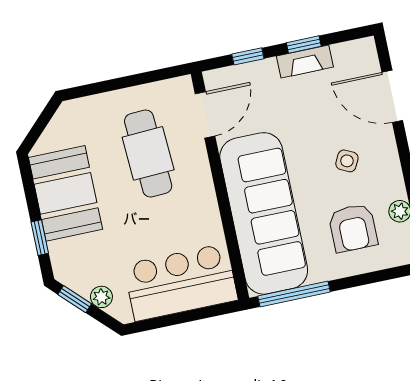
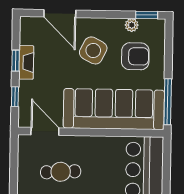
door: (392, 96) -> (60, 14), hinge flipped
cafe table: (148, 153) -> (61, 172), width x0.73, depth x0.74
side table: (347, 161) -> (93, 50), width x1.87, depth x1.87

